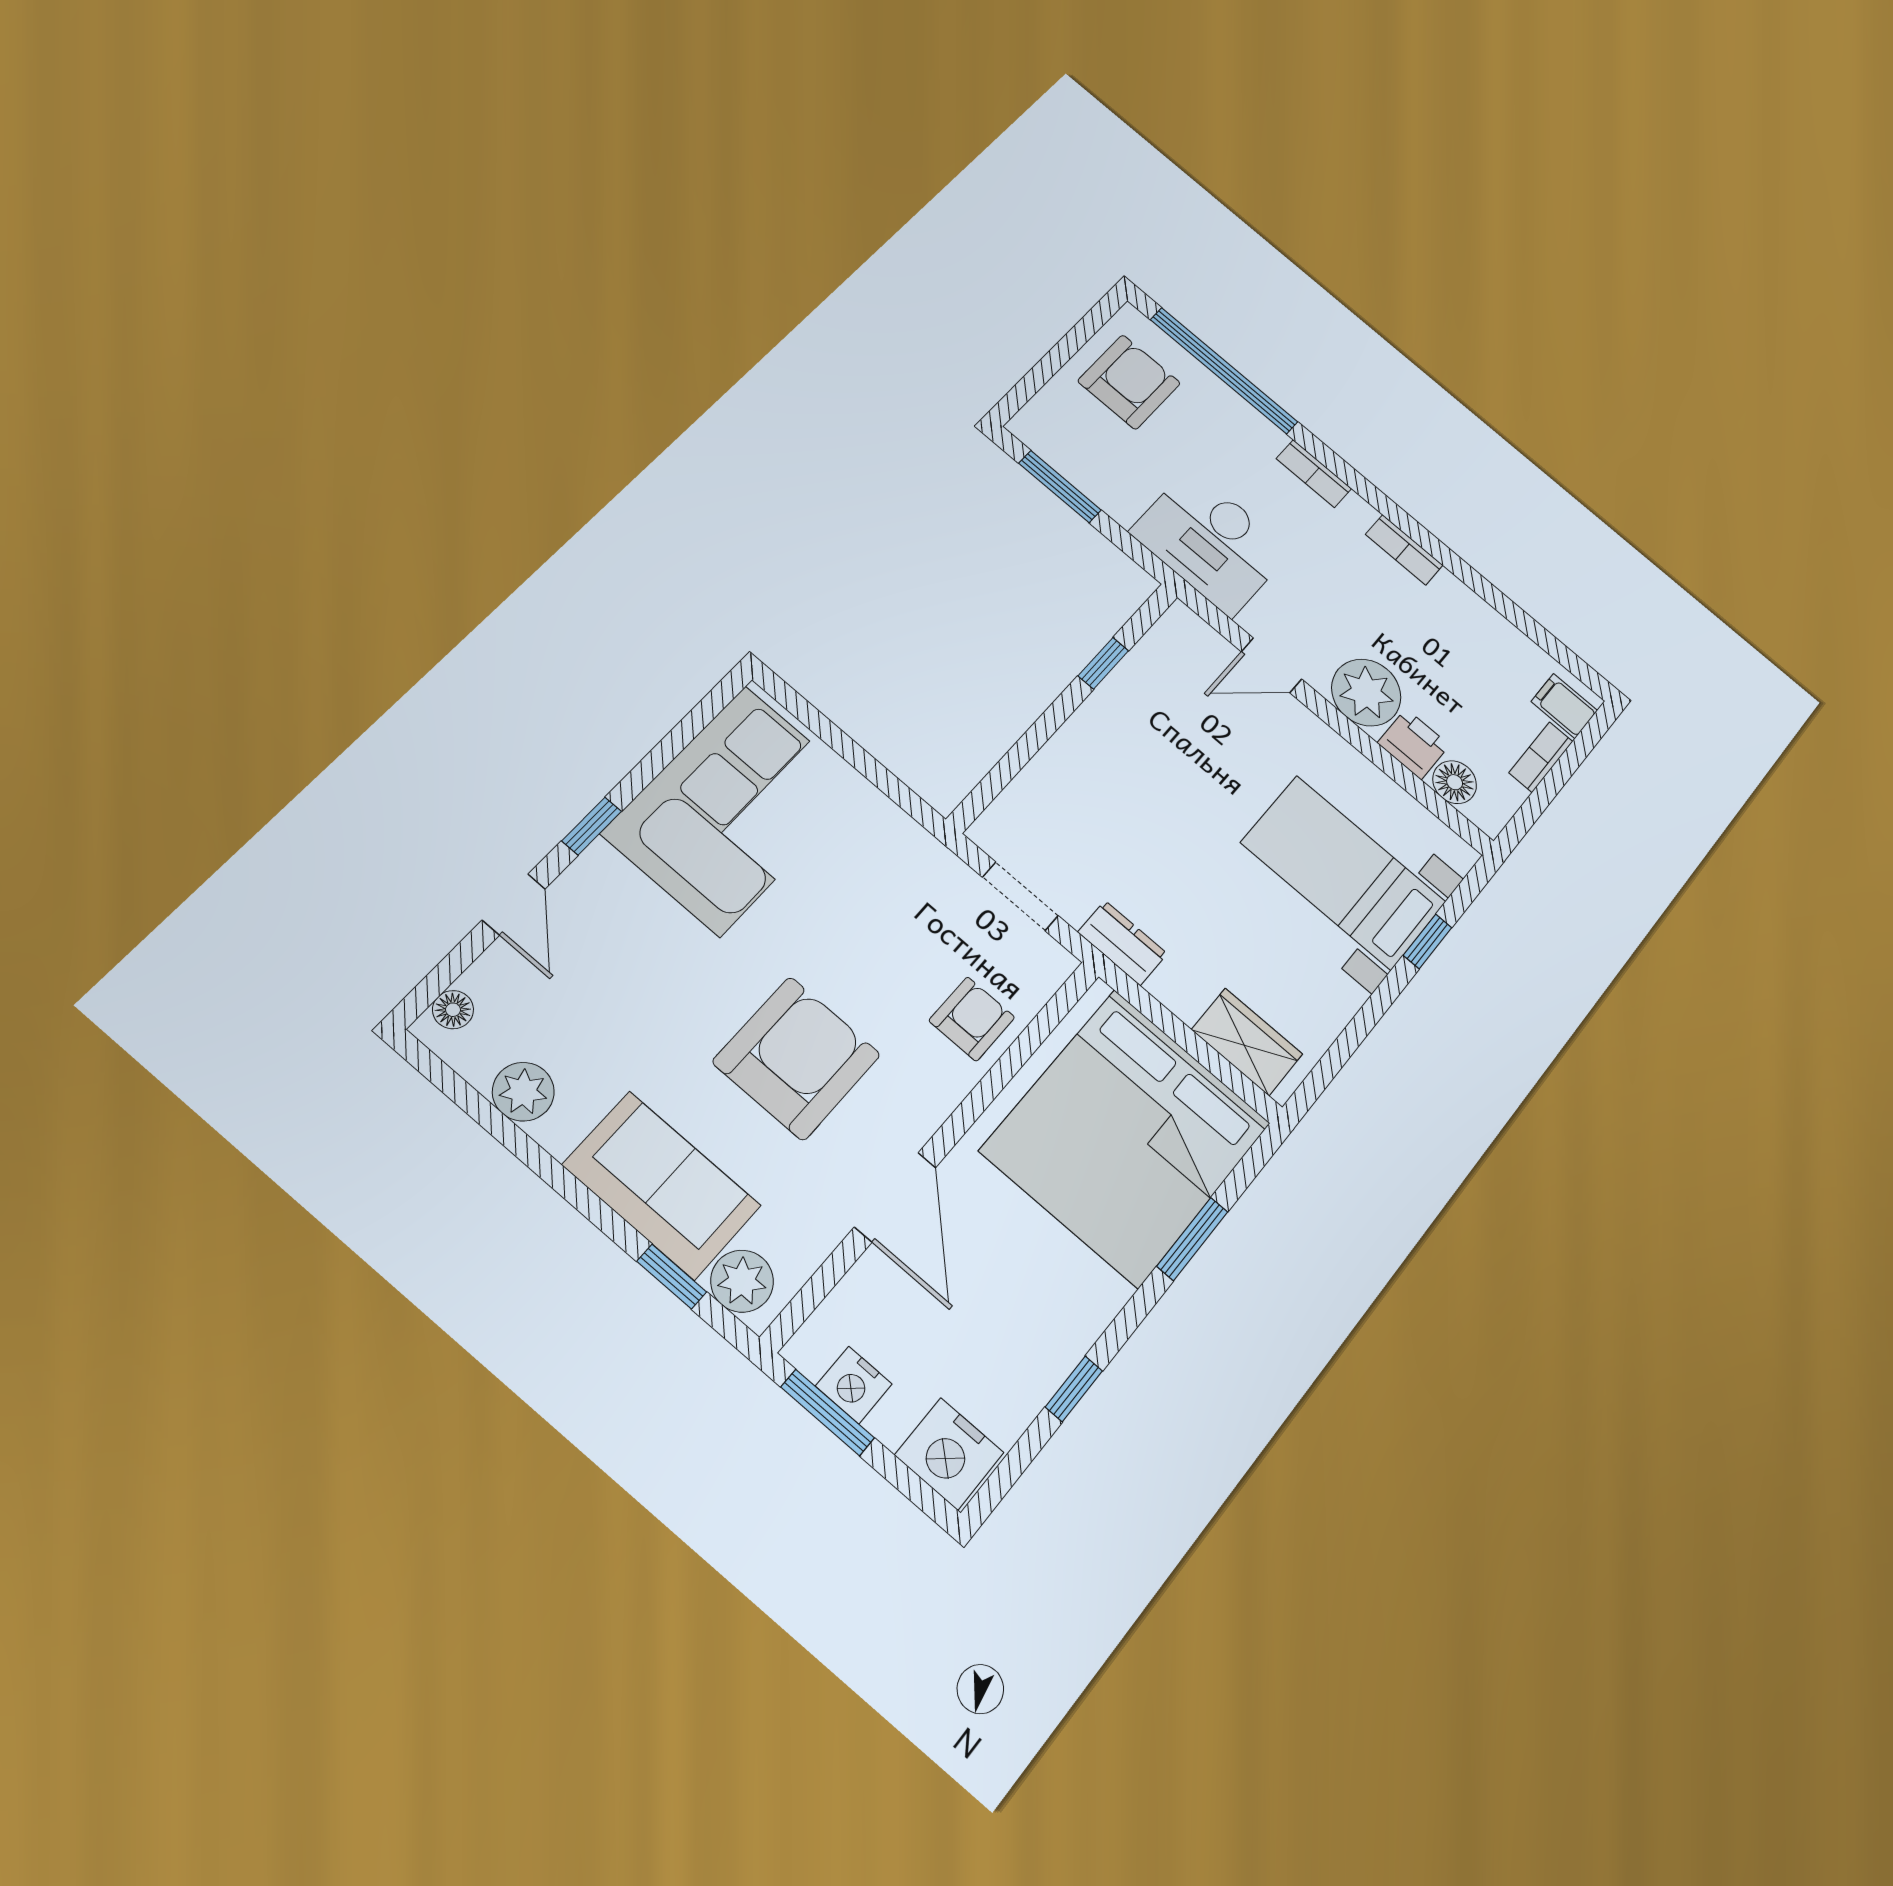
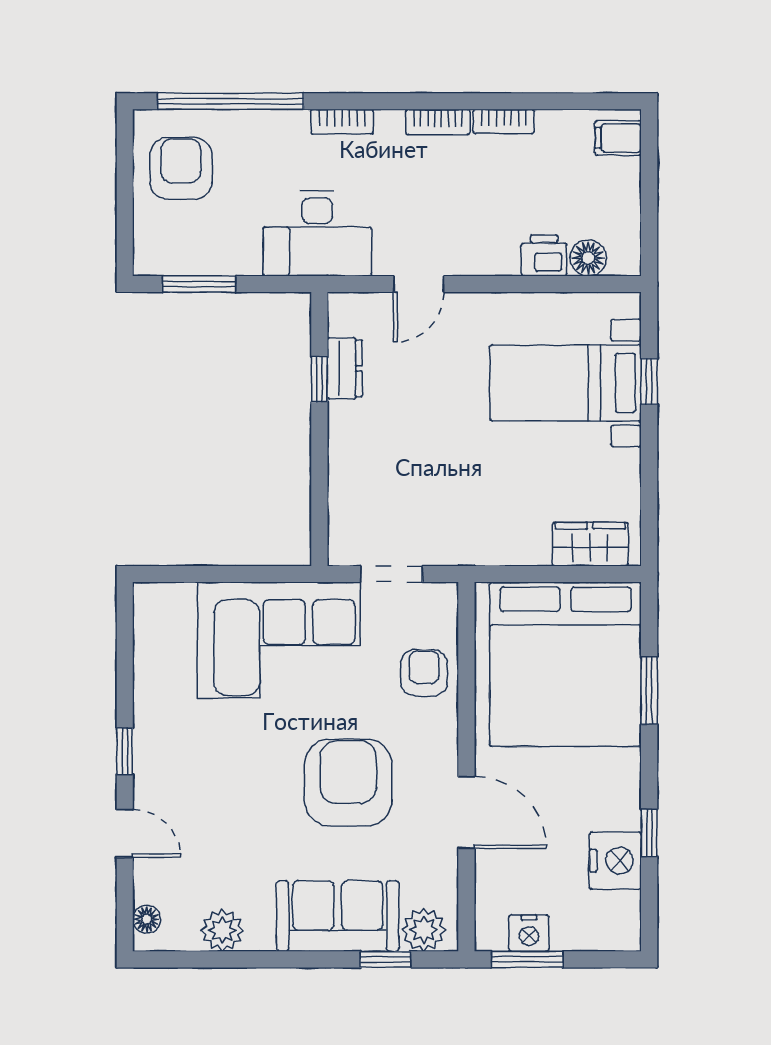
plant: (1366, 693) -> (489, 247), removed
bookcase: (1541, 757) -> (504, 121), moved, turned -90
corner sofa: (733, 810) -> (279, 640), moved, turned 90
dresser: (1122, 943) -> (345, 368), moved, turned 90
nightstand: (949, 1454) -> (615, 861), moved, turned -90

